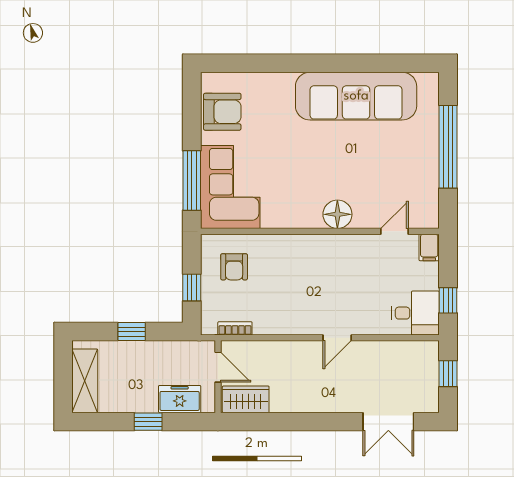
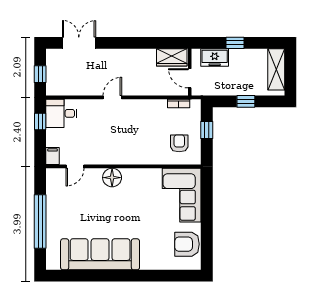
window: (192, 181) -> (207, 199), removed

